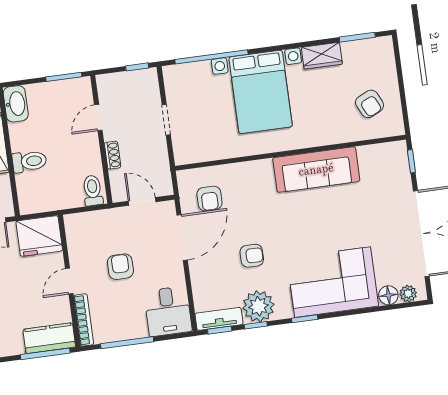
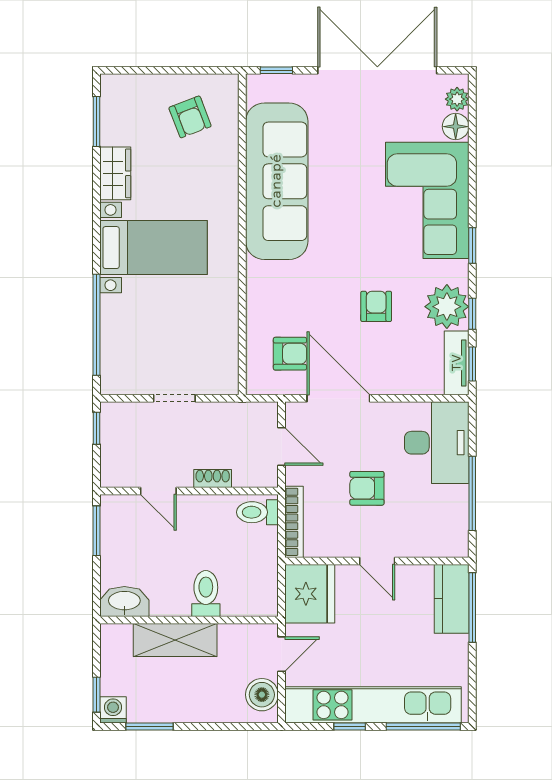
bed with nightstands: (261, 92) -> (153, 248), width x0.73
armchair: (370, 104) -> (190, 117), turned 94
sofa: (316, 170) -> (277, 181), width x1.36, depth x1.27
door: (142, 201) -> (282, 447), swing flipped
desk: (168, 311) -> (437, 443), width x1.37
bookcase: (84, 320) -> (294, 522), moved, turned 90

